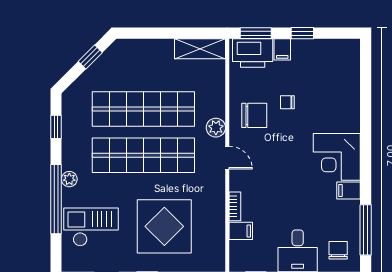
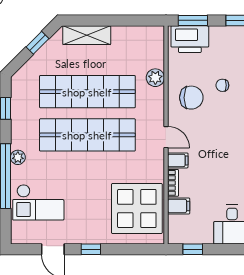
shelving: (200, 49) -> (87, 35), moved
filing cabinet: (282, 49) -> (178, 160), moved, turned -90
plant: (216, 128) -> (155, 78), moved
display table: (164, 226) -> (137, 209), moved
checkout: (91, 227) -> (38, 202), turned 180

